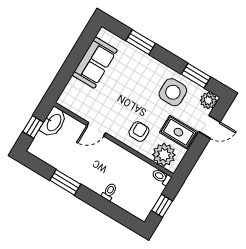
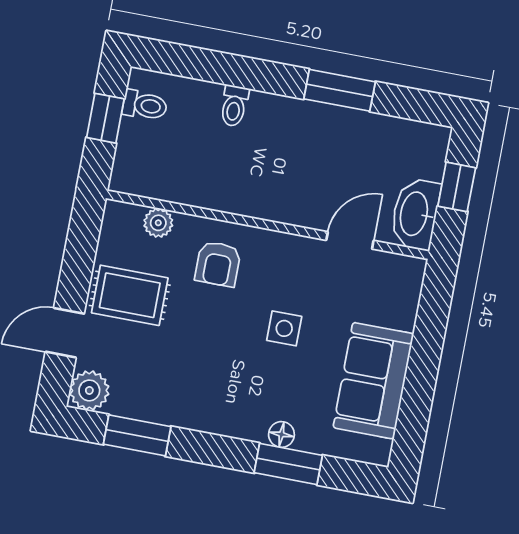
floor lamp: (139, 55) -> (281, 434), added
side table: (173, 92) -> (284, 328), moved, width x0.54, depth x0.54
door: (96, 129) -> (350, 240), moved
plant: (164, 155) -> (158, 223), width x0.53, depth x0.53
toilet: (161, 177) -> (145, 105), moved

